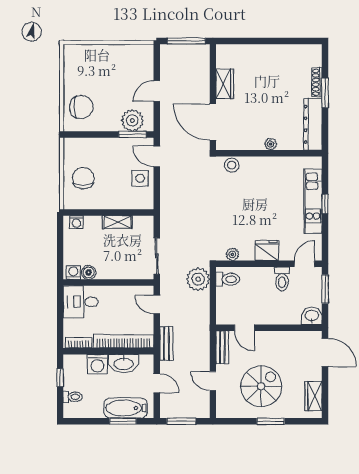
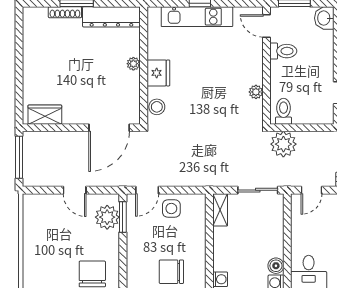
wardrobe: (225, 84) -> (45, 115), moved
shelving: (117, 222) -> (220, 210), moved
fridge: (267, 251) -> (158, 73), moved, turned 180
plant: (232, 254) -> (256, 92), moved

